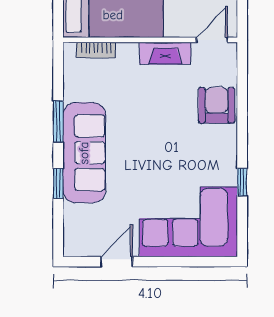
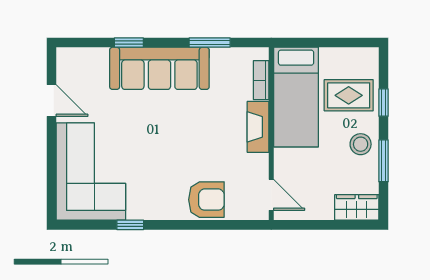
fireplace: (165, 53) -> (258, 127), moved
window: (58, 121) -> (210, 43), moved

